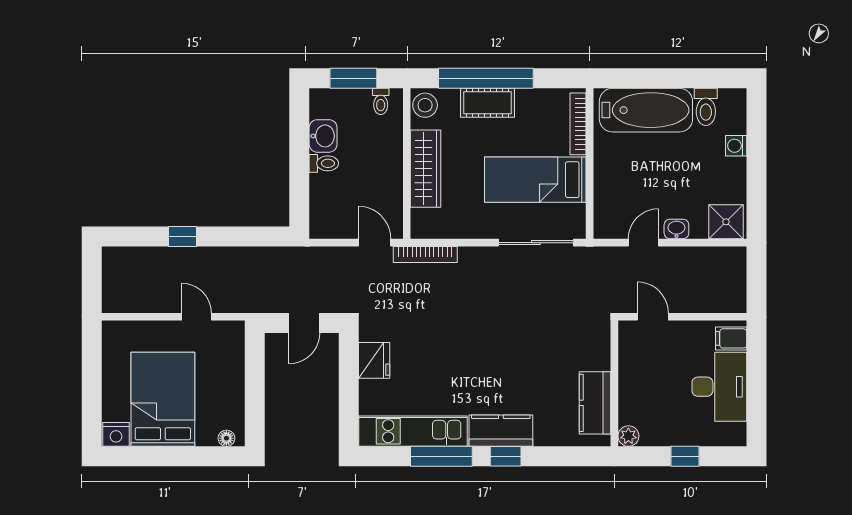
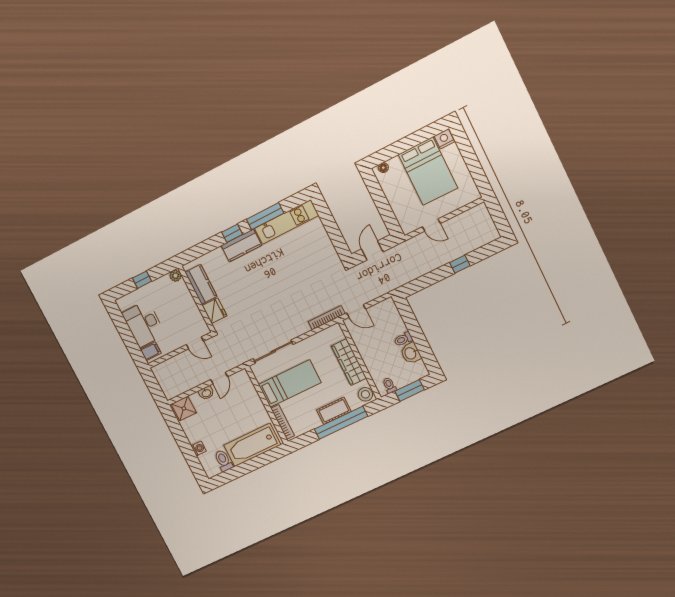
fridge: (374, 360) -> (215, 311), moved, turned 180

